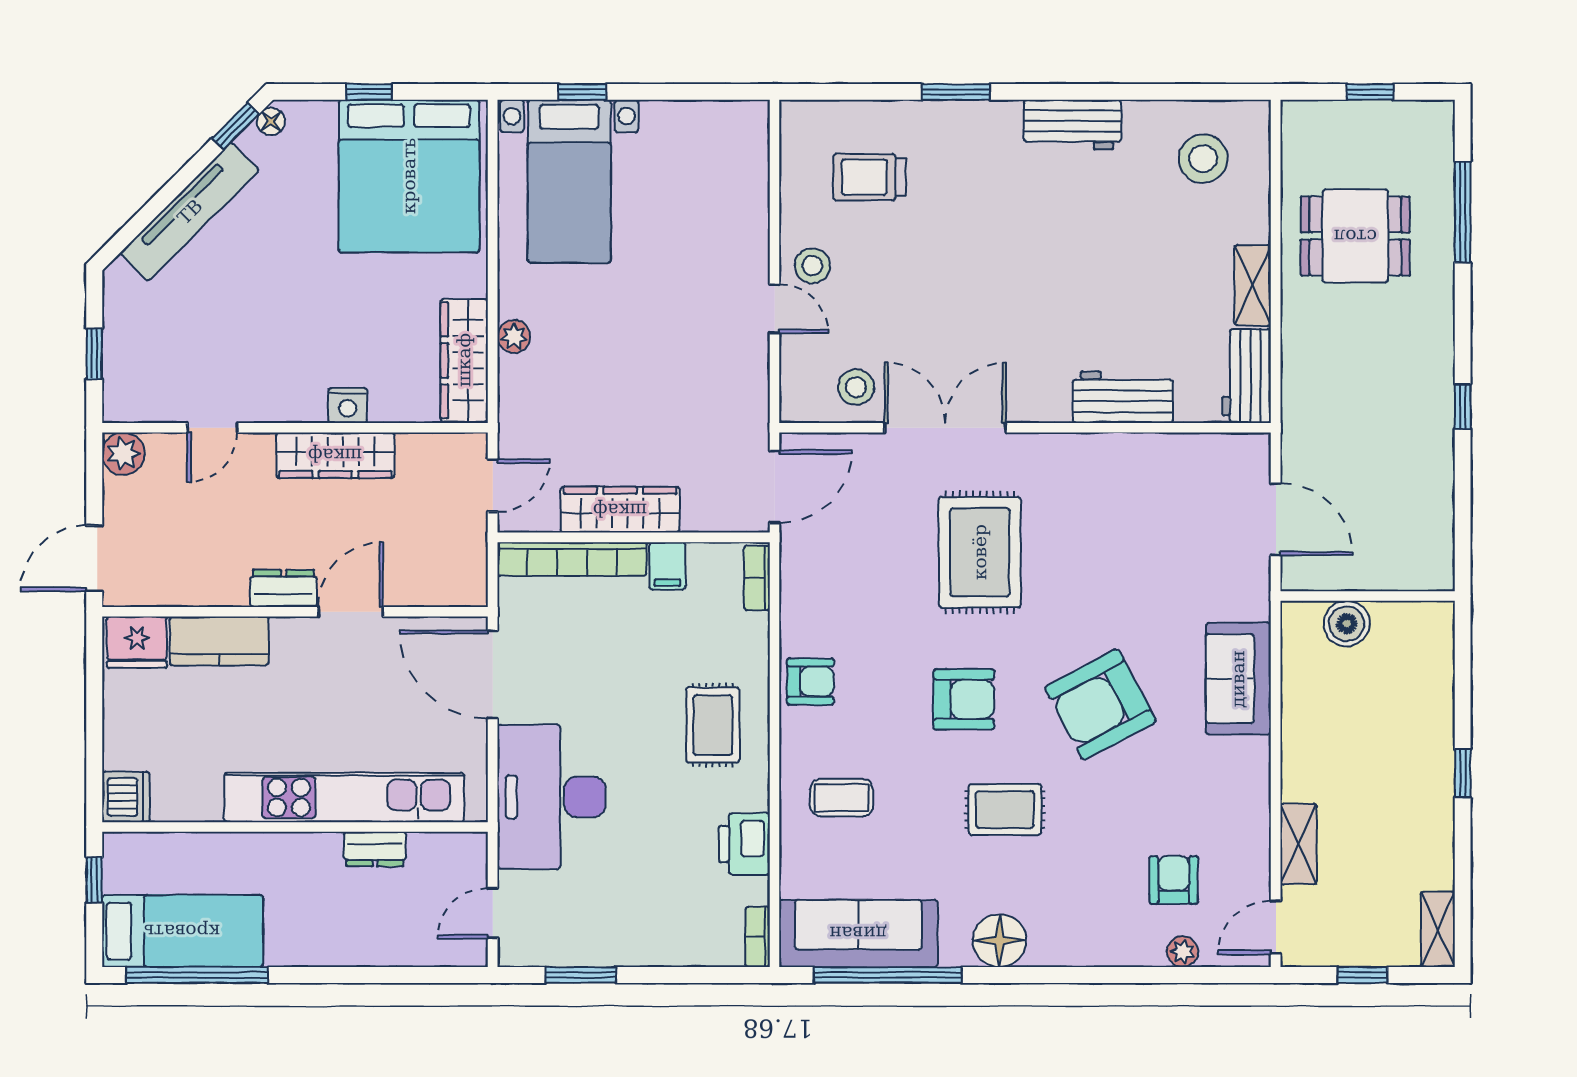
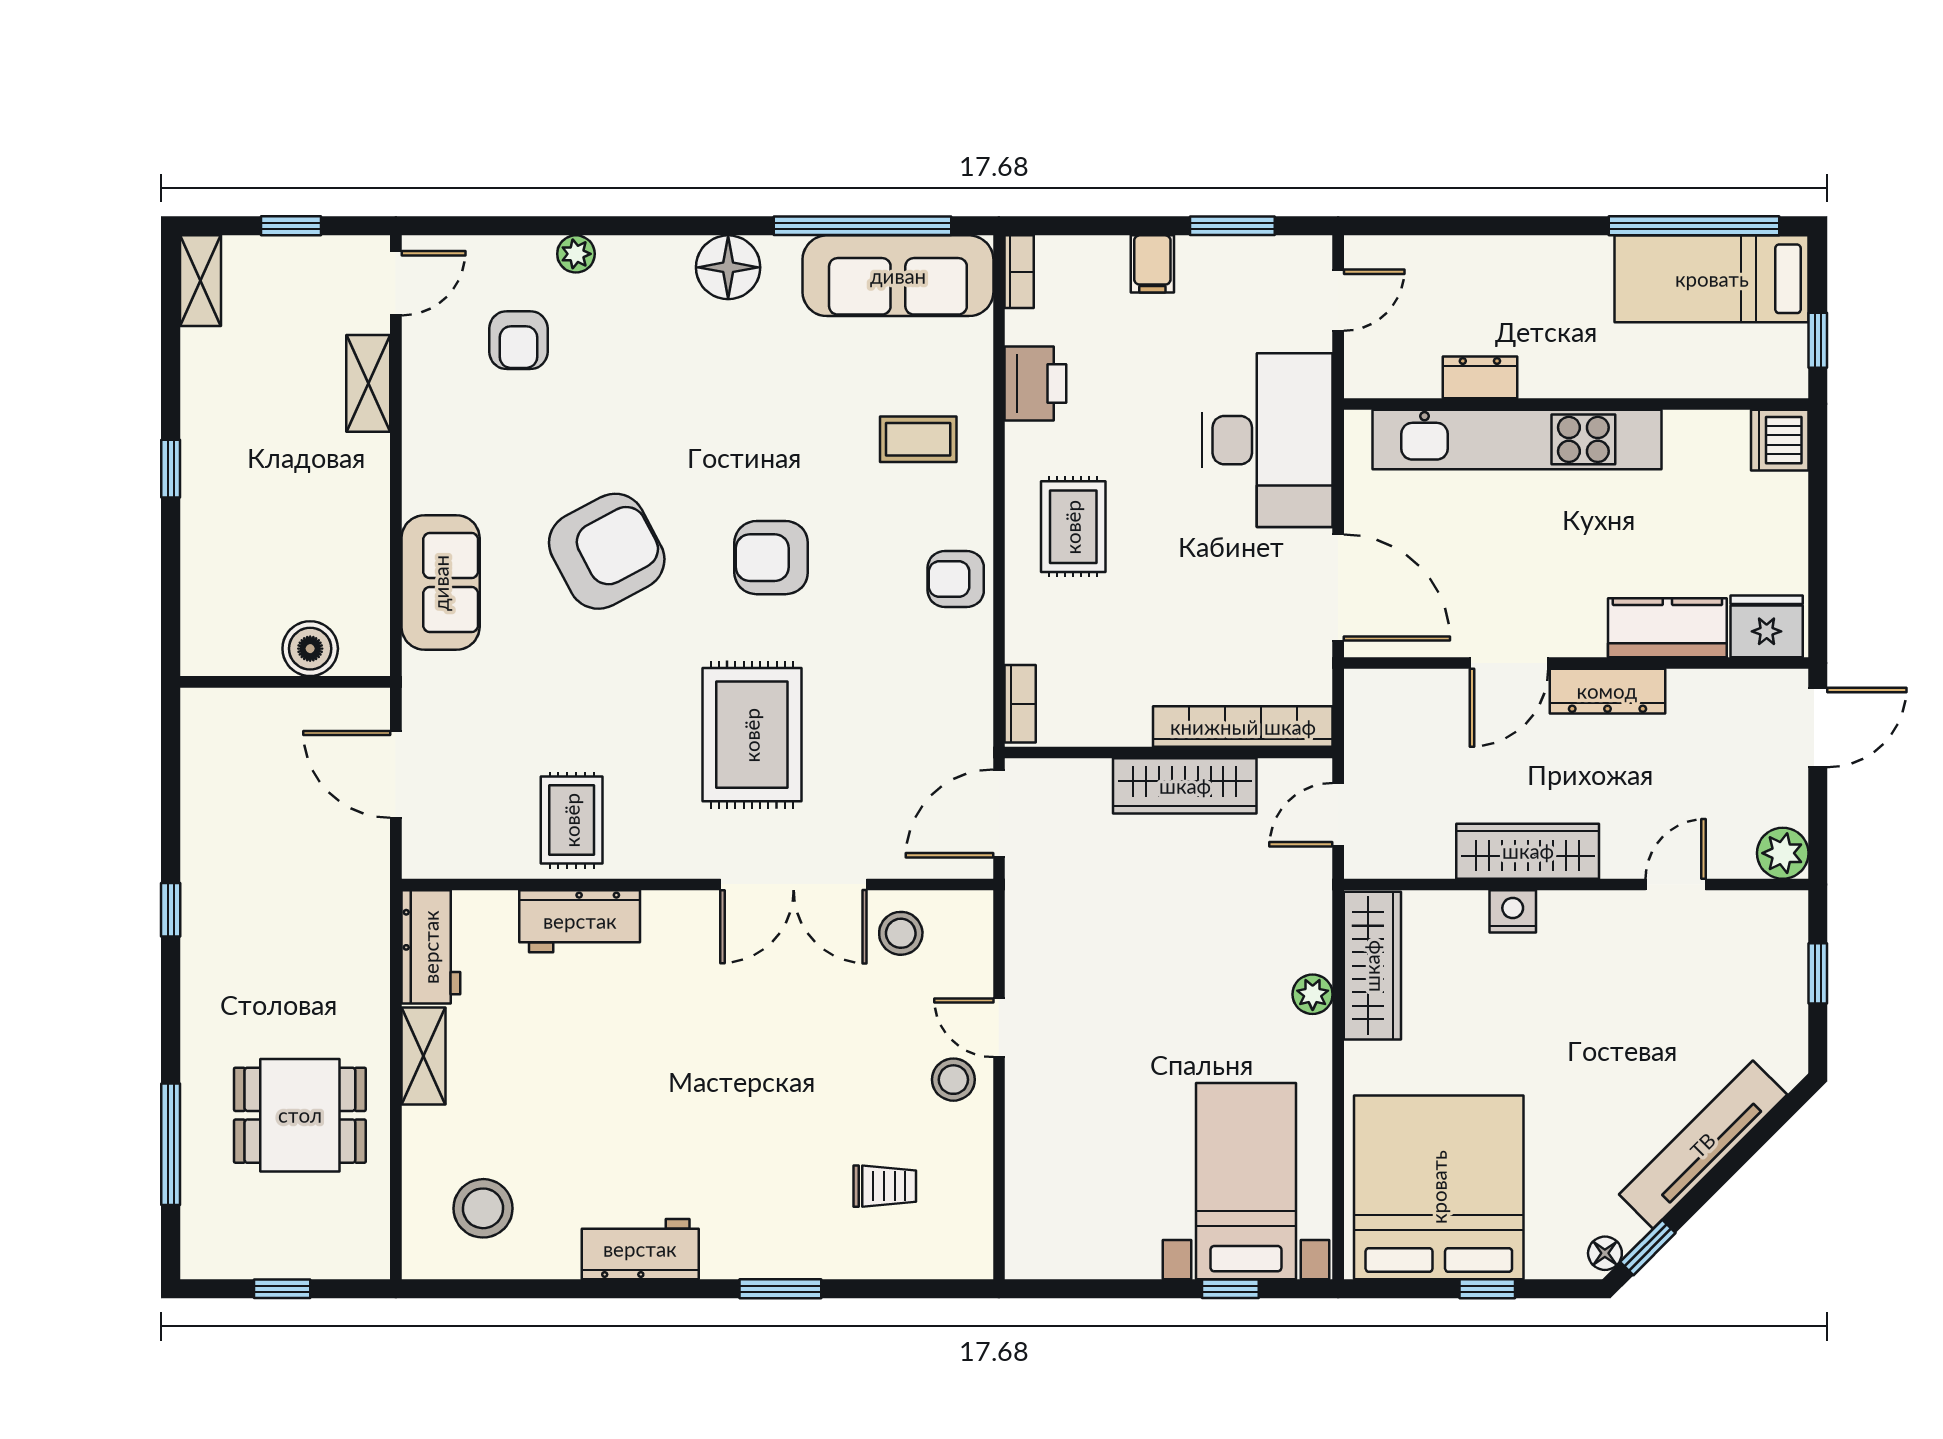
trolley: (869, 177) -> (885, 1186), width x0.73, depth x0.72
filing cabinet: (667, 566) -> (1152, 264), moved, turned 180
dresser: (283, 588) -> (1607, 691), width x1.44
rug: (1005, 809) -> (572, 820), moved, turned 90
plant: (1183, 952) -> (576, 254), moved

